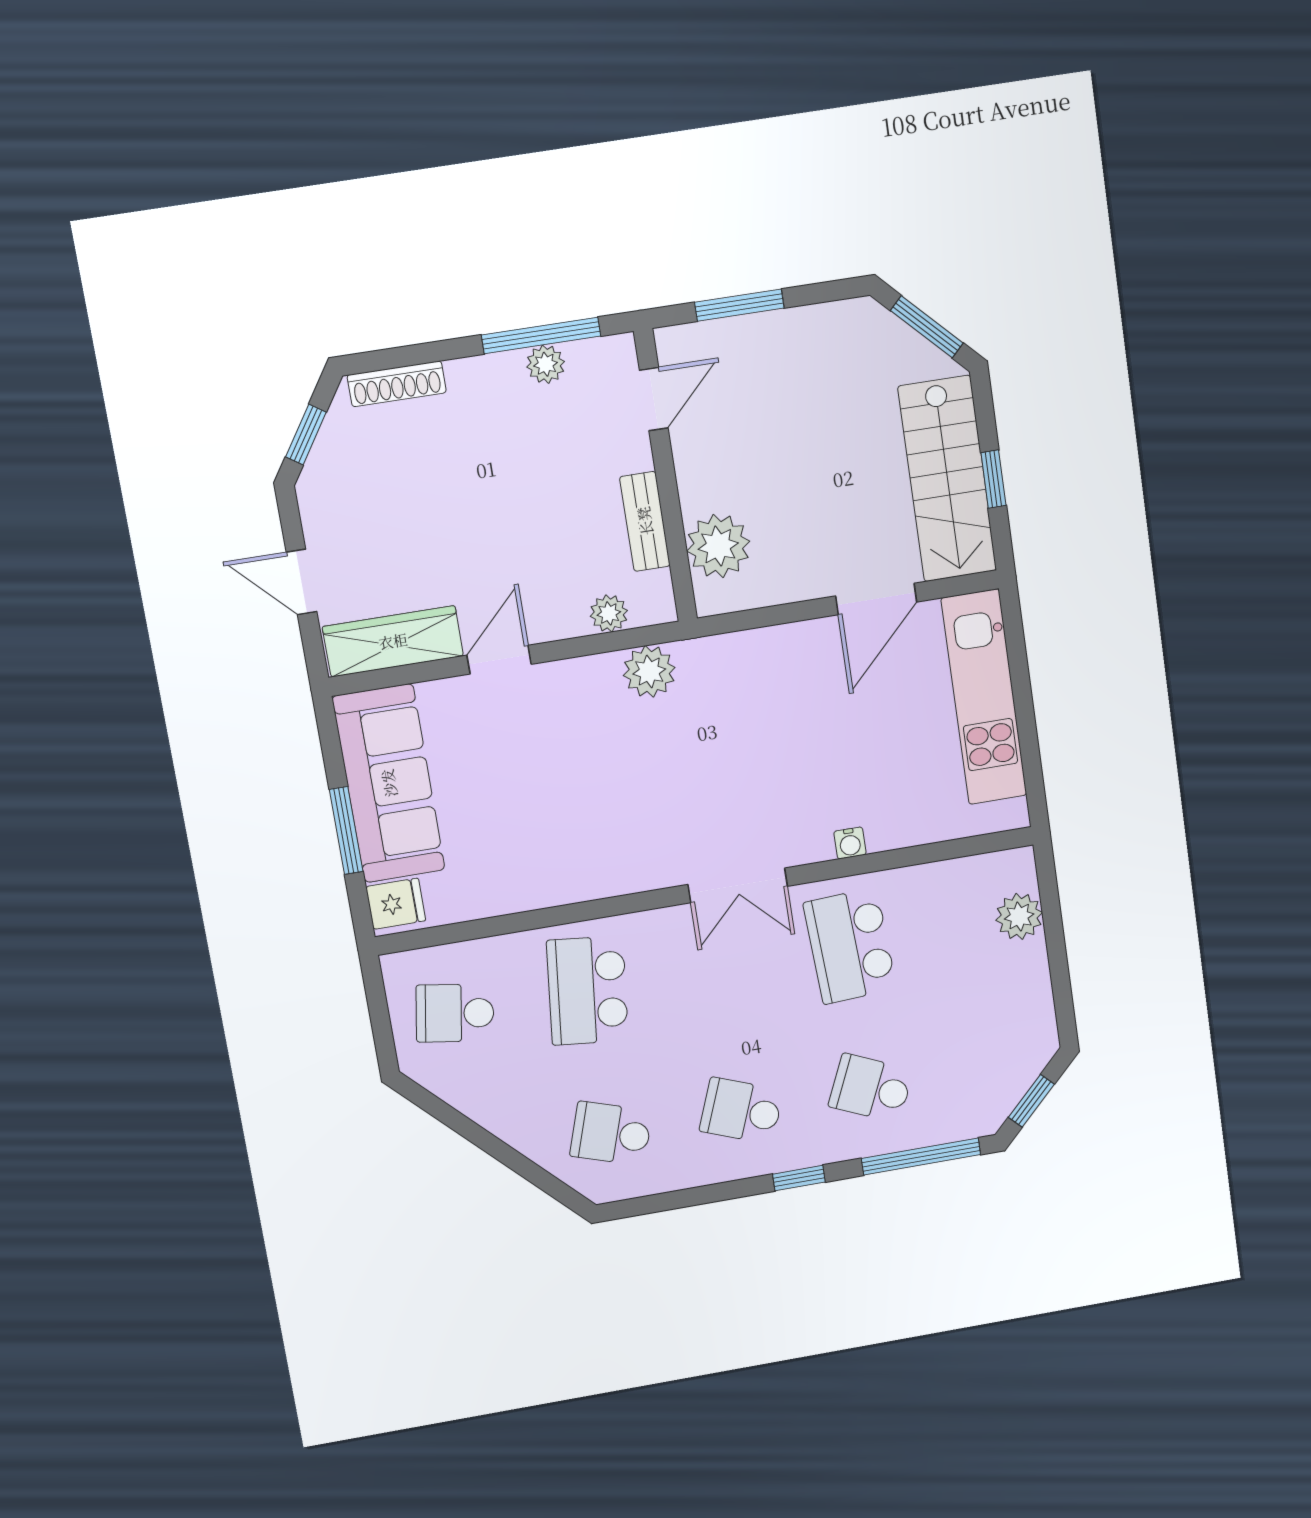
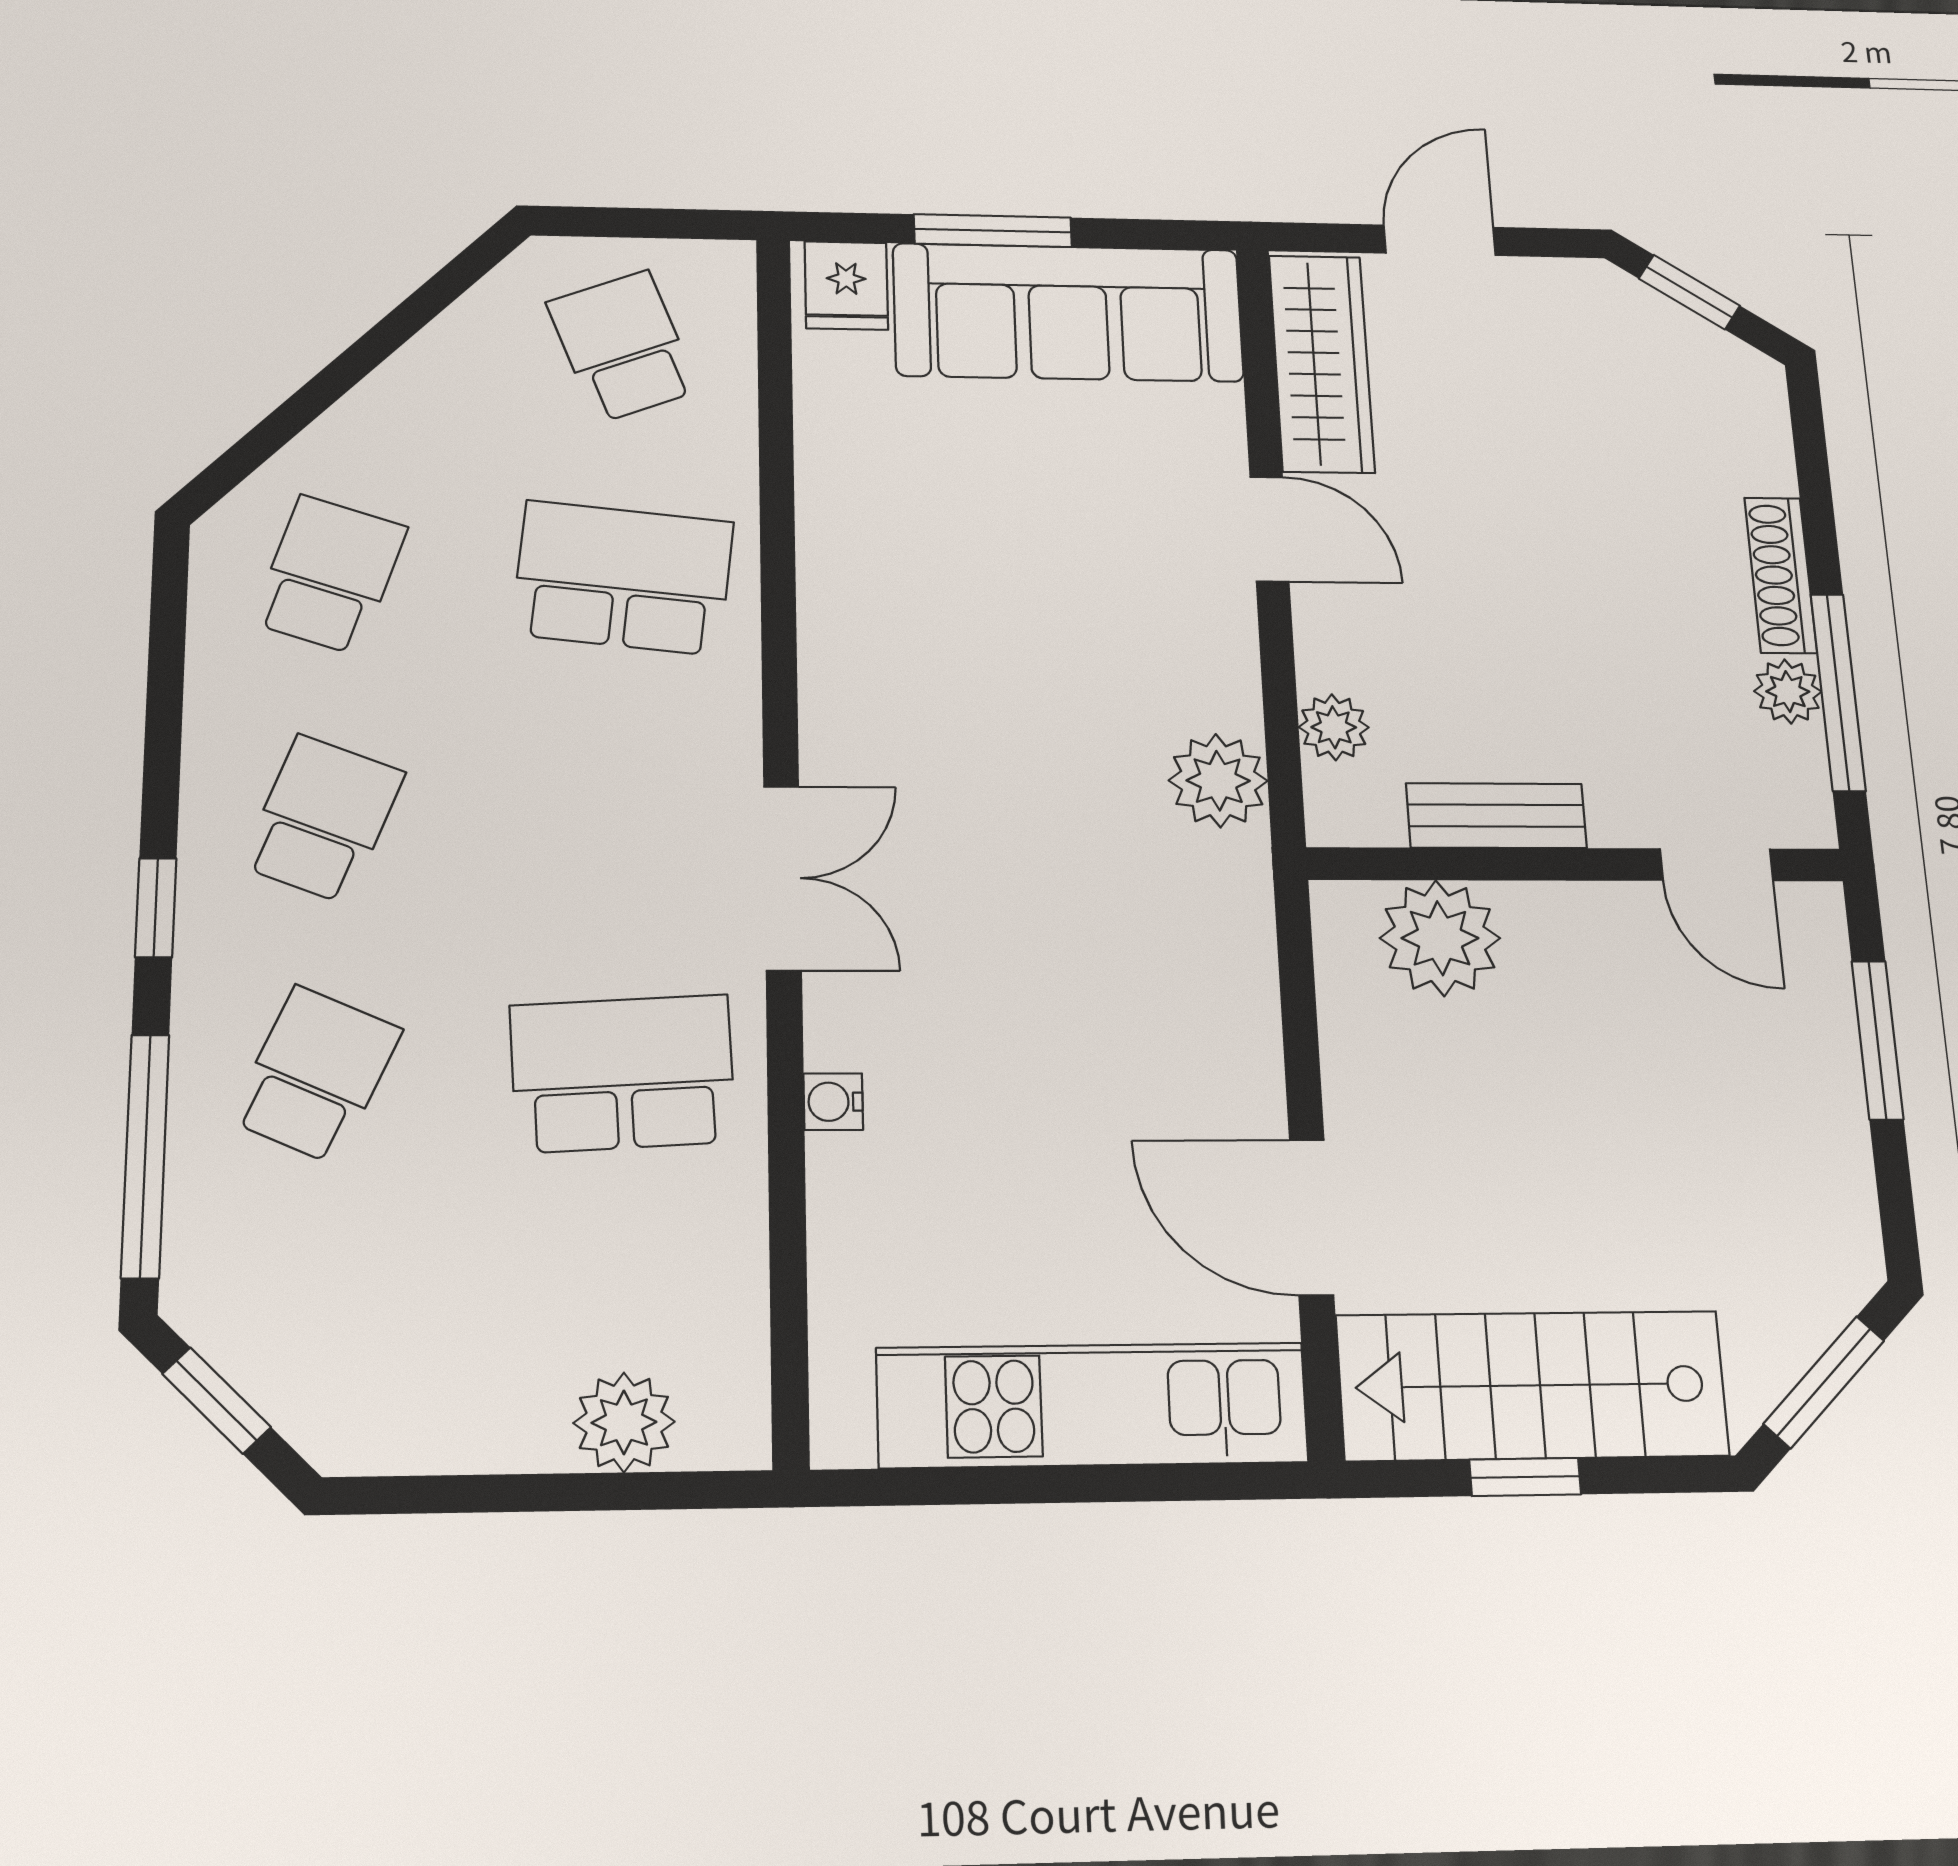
shoe rack: (397, 384) -> (1781, 575), moved
double door: (738, 885) -> (782, 878), swing flipped
school desk: (455, 1013) -> (623, 346), turned -30

